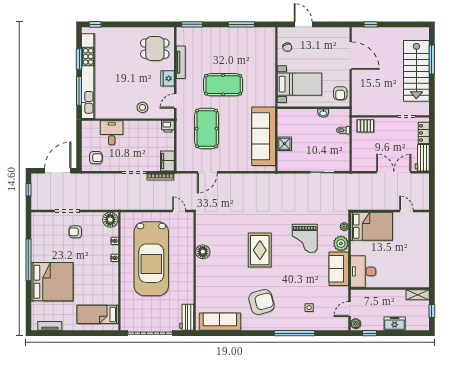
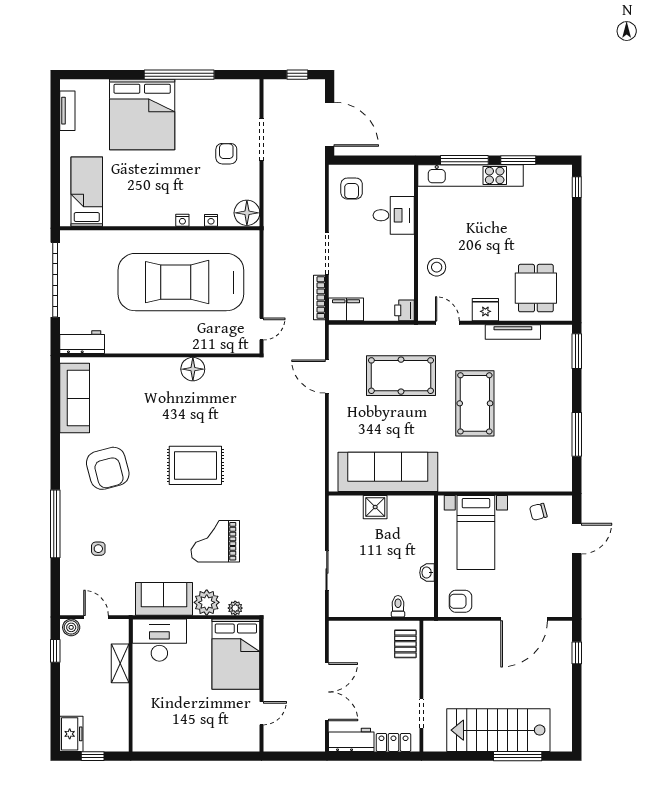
kitchen unit: (88, 76) -> (470, 175), width x0.73
shelving: (418, 295) -> (120, 663), moved
freezer: (395, 324) -> (71, 734), moved

